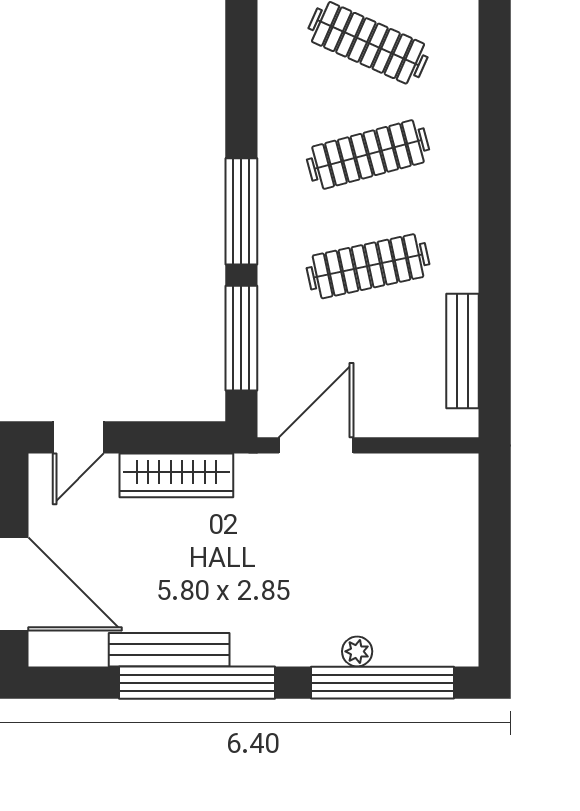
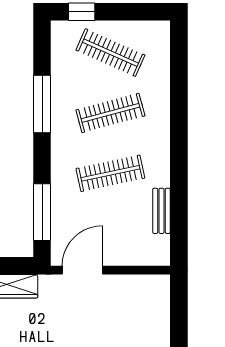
window: (241, 211) -> (42, 104), moved
bench: (462, 351) -> (161, 211), width x0.73

